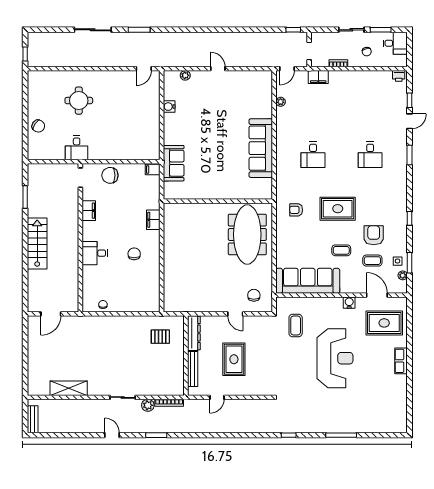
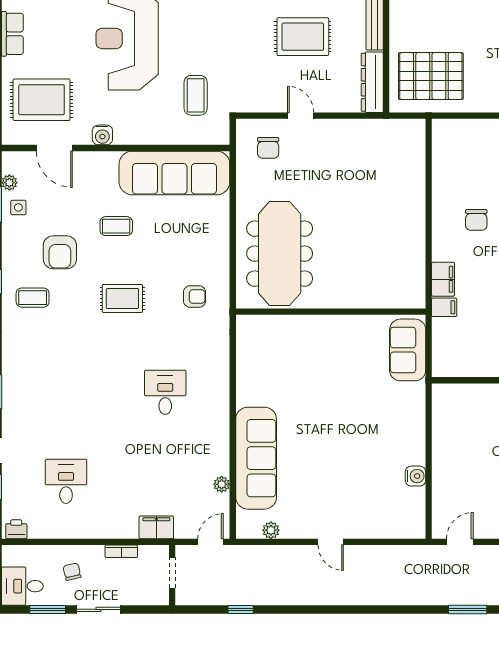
window: (293, 30) -> (241, 609), moved
plant: (185, 75) -> (271, 530), moved
sofa: (261, 148) -> (256, 458), moved
desk: (370, 155) -> (66, 481), moved
sofa: (174, 163) -> (408, 350), moved
filing cabinet: (153, 169) -> (444, 307), moved
rug: (338, 209) -> (122, 298), width x0.73, depth x0.70
coffee table: (372, 261) -> (33, 298), moved
pallet: (160, 337) -> (431, 76), width x2.05, depth x2.00
rug: (234, 359) -> (303, 37), turned 90

